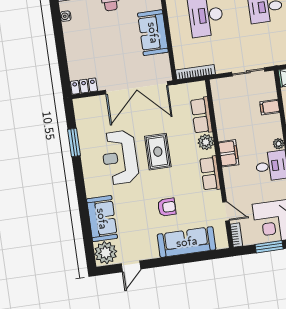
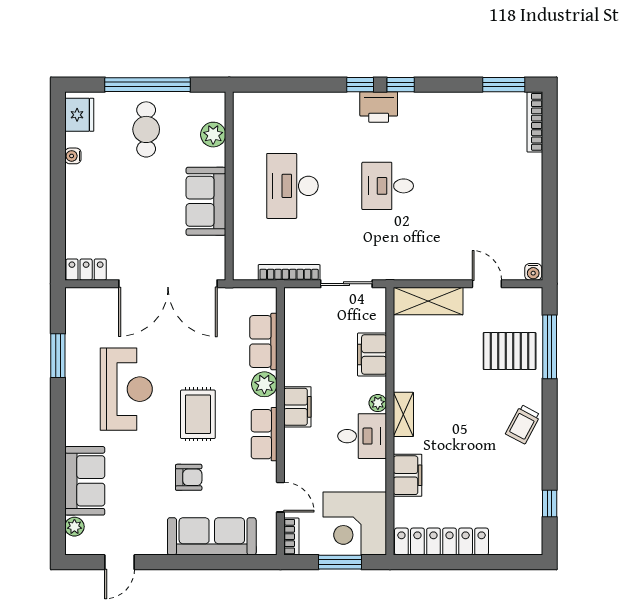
bookcase: (195, 72) -> (289, 272), moved
filing cabinet: (270, 107) -> (372, 355), width x2.00
rug: (158, 152) -> (198, 414), moved
reception desk: (120, 157) -> (126, 389), turned 180
plant: (106, 253) -> (74, 527), width x0.53, depth x0.53

